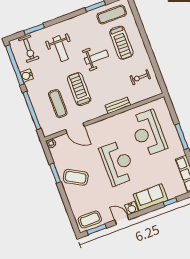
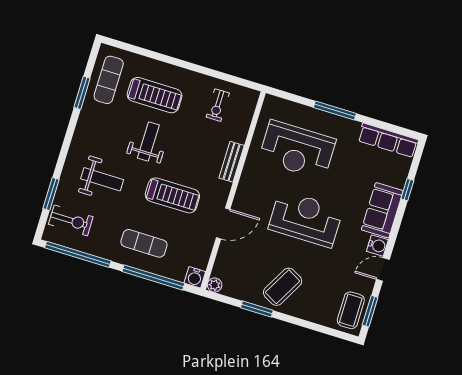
water cooler: (27, 76) -> (195, 277), moved
treadmill: (79, 89) -> (172, 195), turned 180
exercise mat: (58, 104) -> (144, 243), moved
door: (75, 128) -> (223, 223), moved

